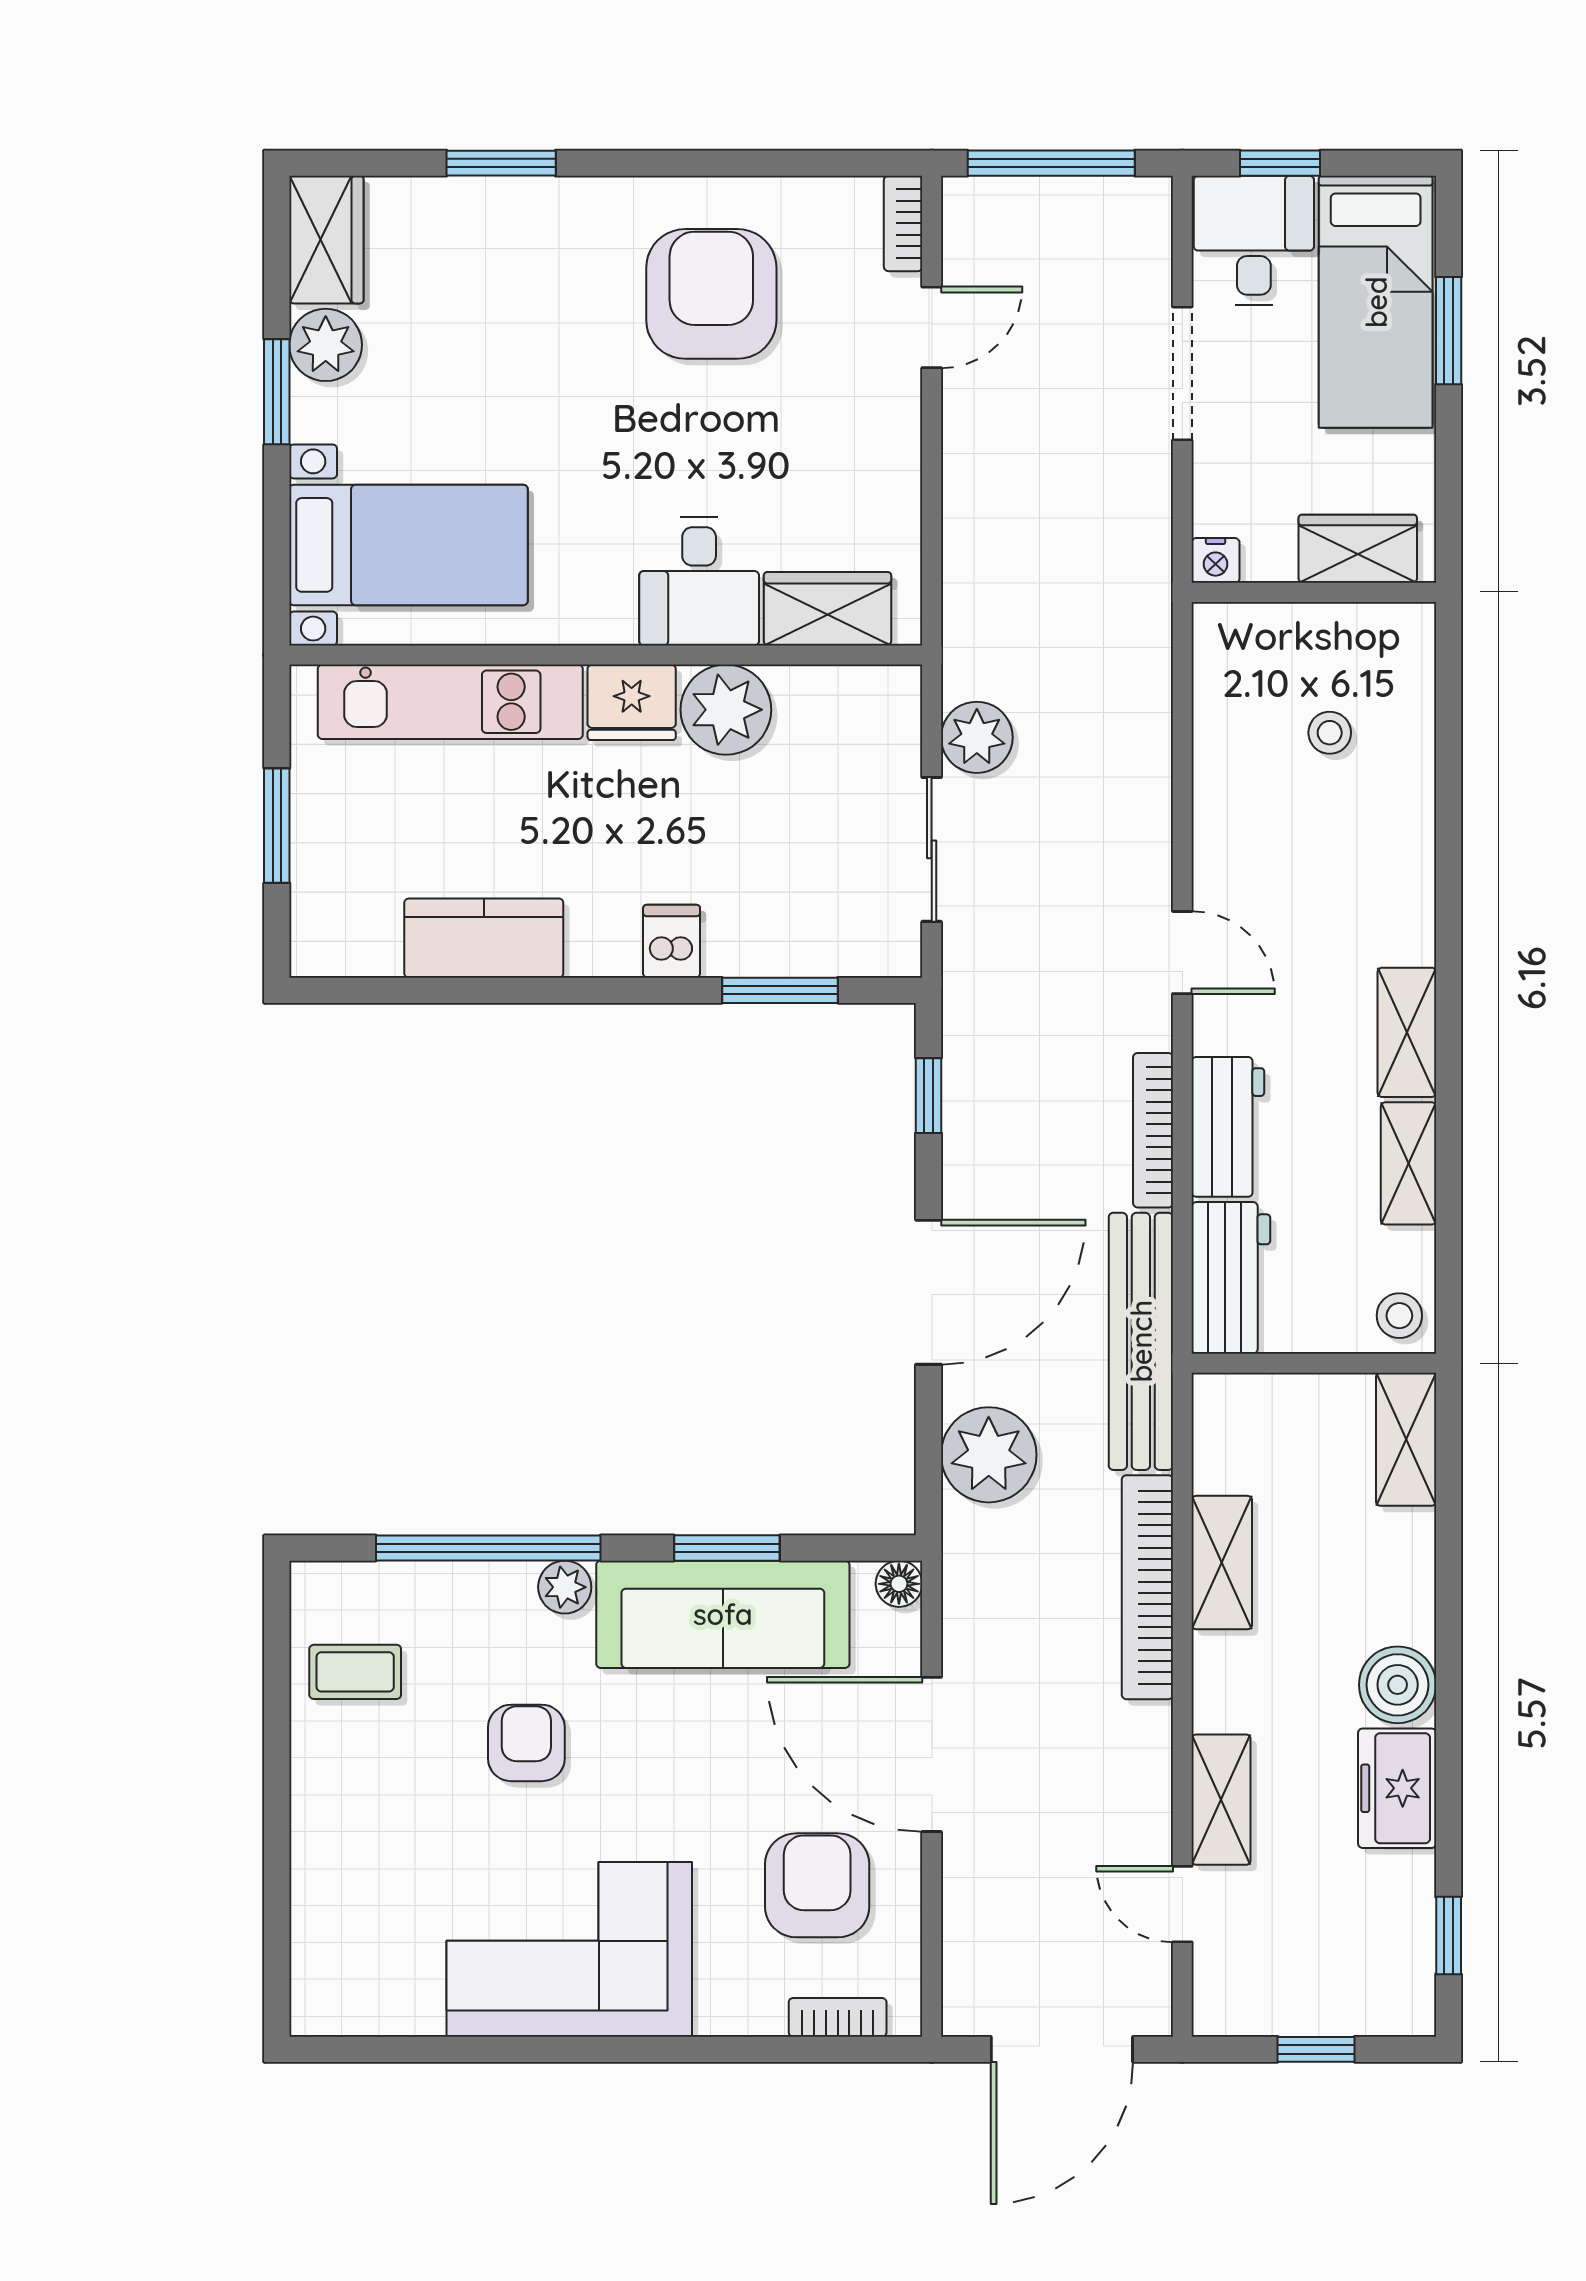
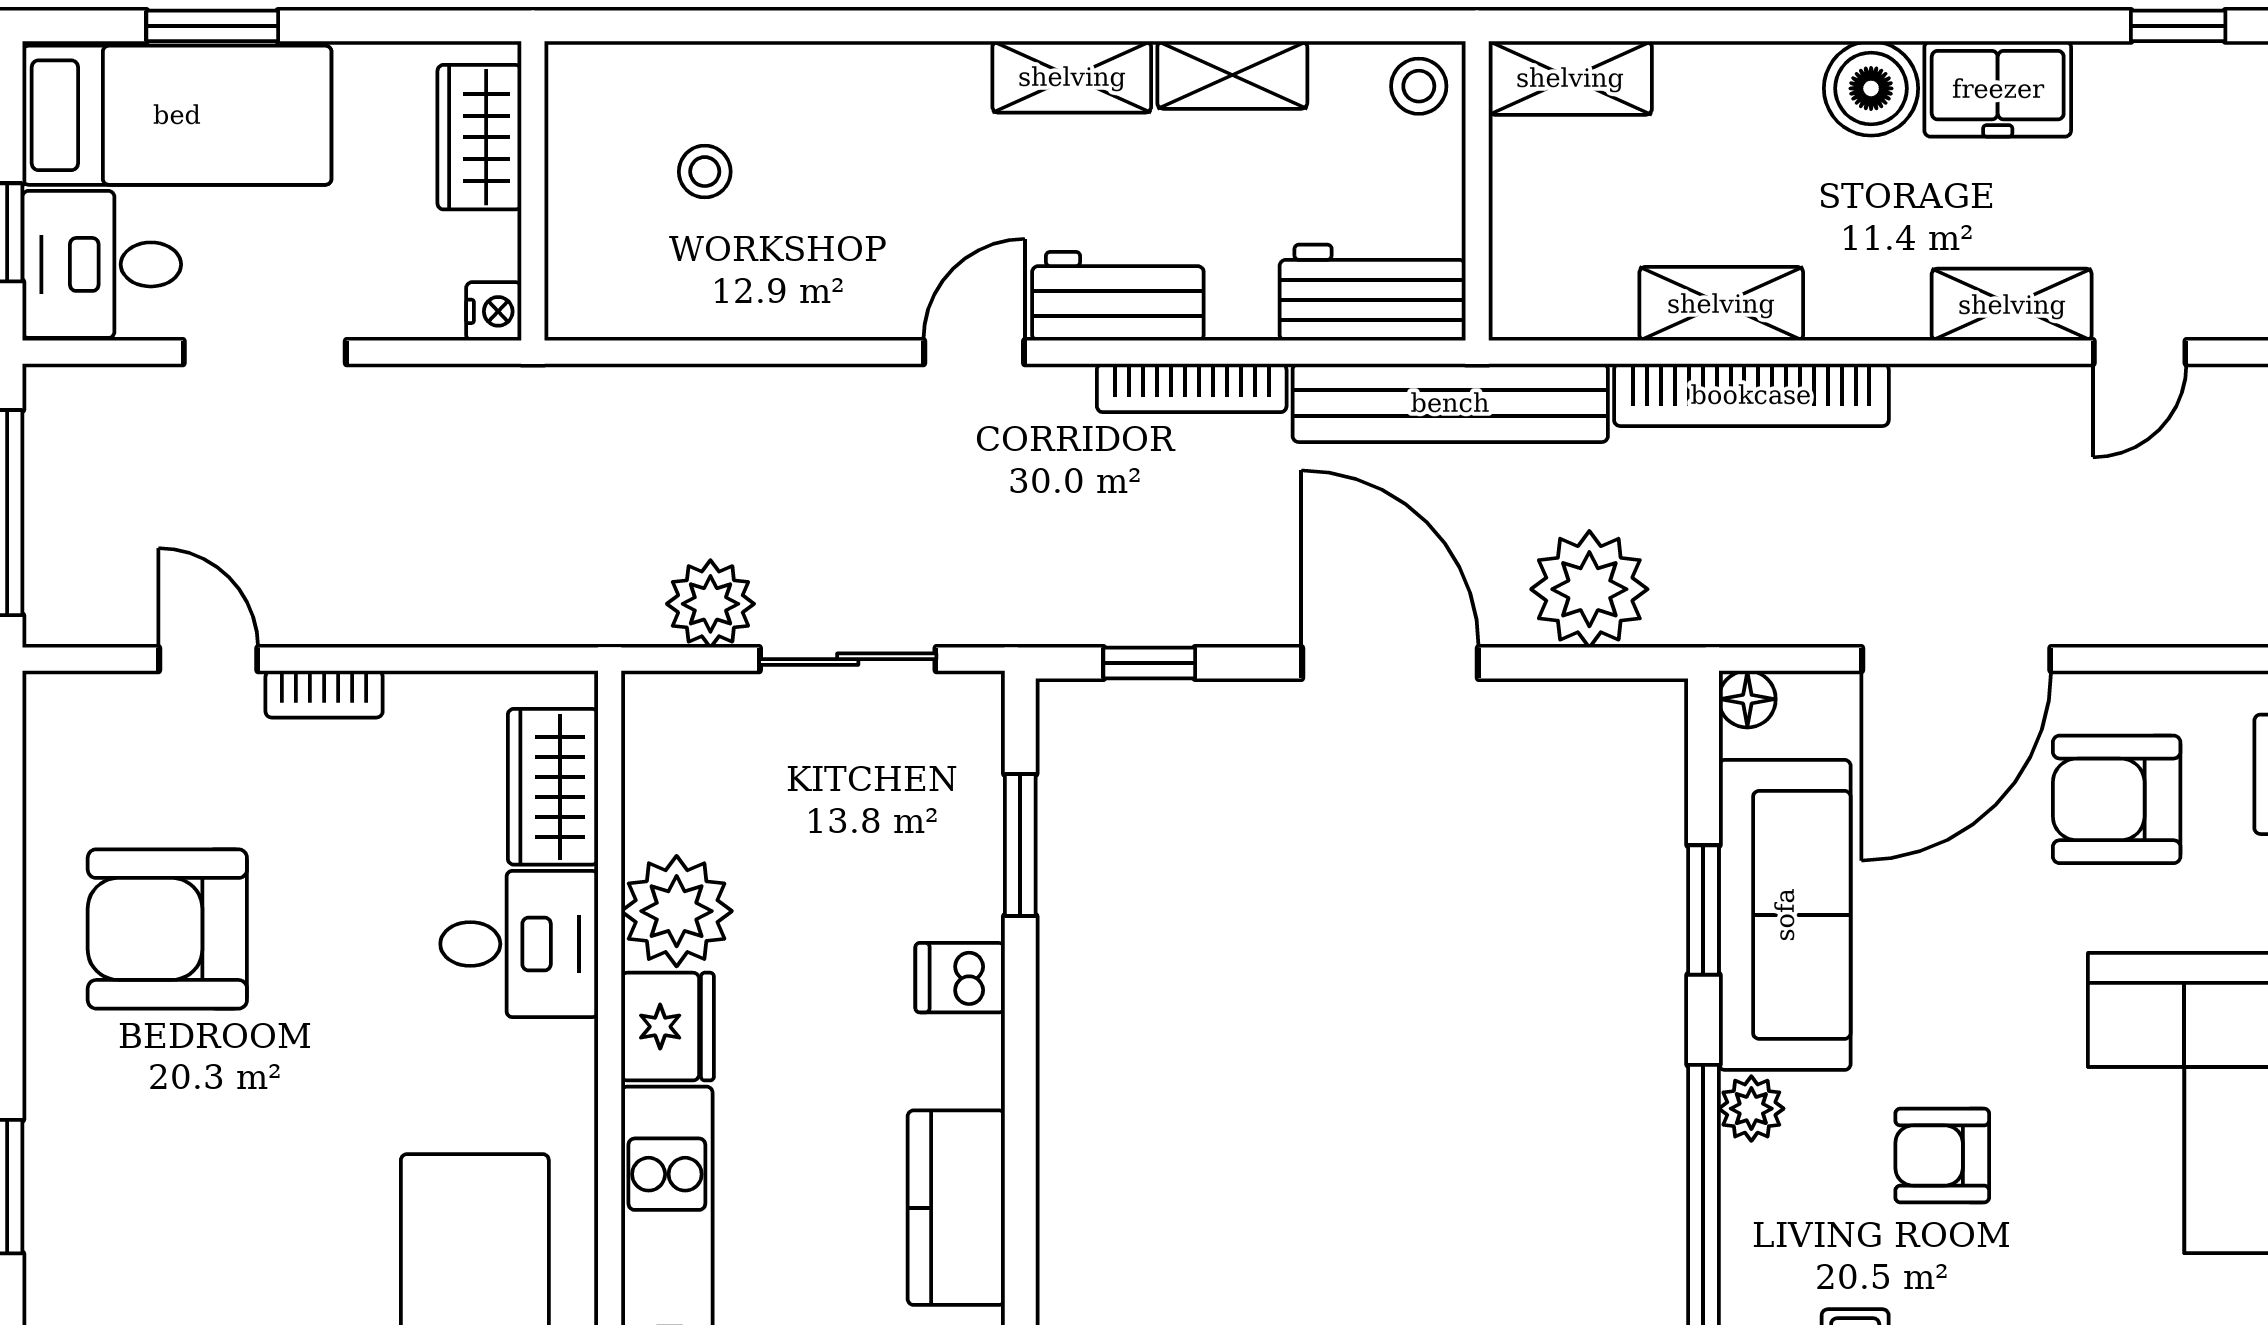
bookcase: (903, 223) -> (324, 694), moved
workbench: (1228, 1127) -> (1118, 296), moved

